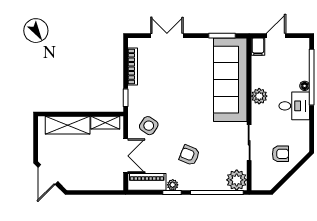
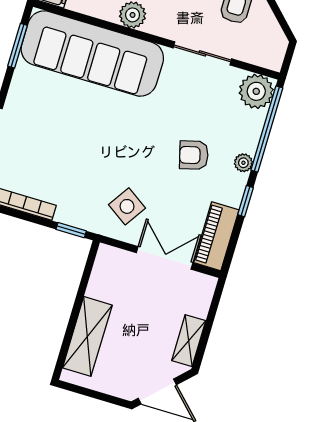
shelving: (105, 123) -> (189, 341), moved
armchair: (189, 155) -> (194, 155), turned 53
plant: (173, 185) -> (243, 163), moved

